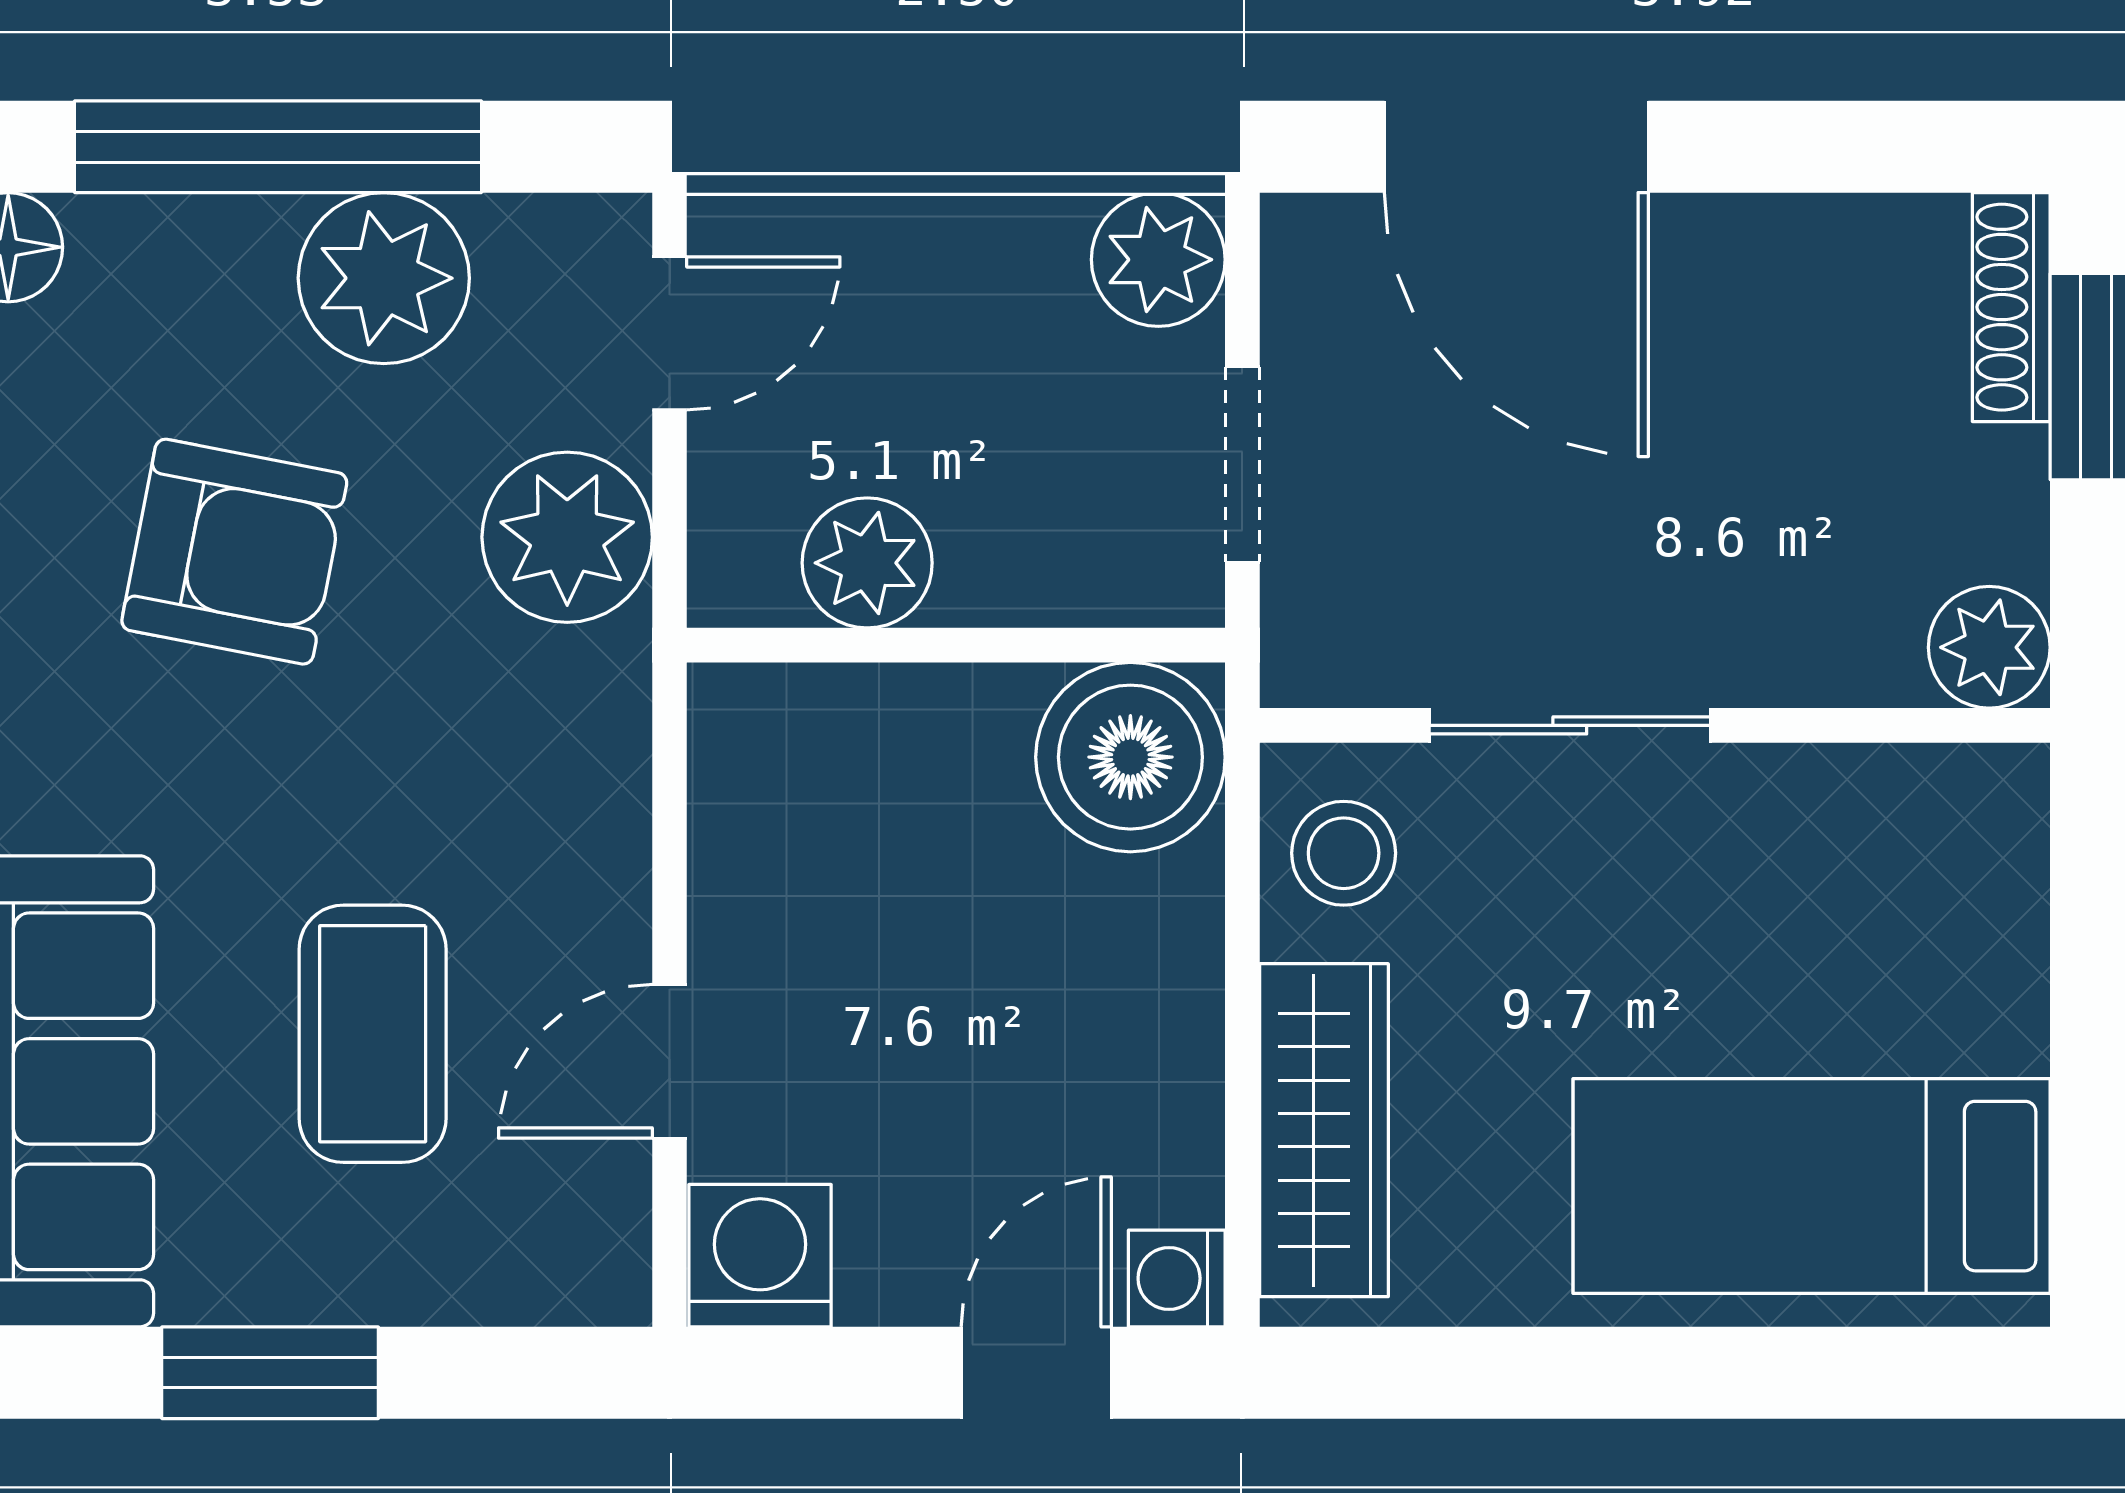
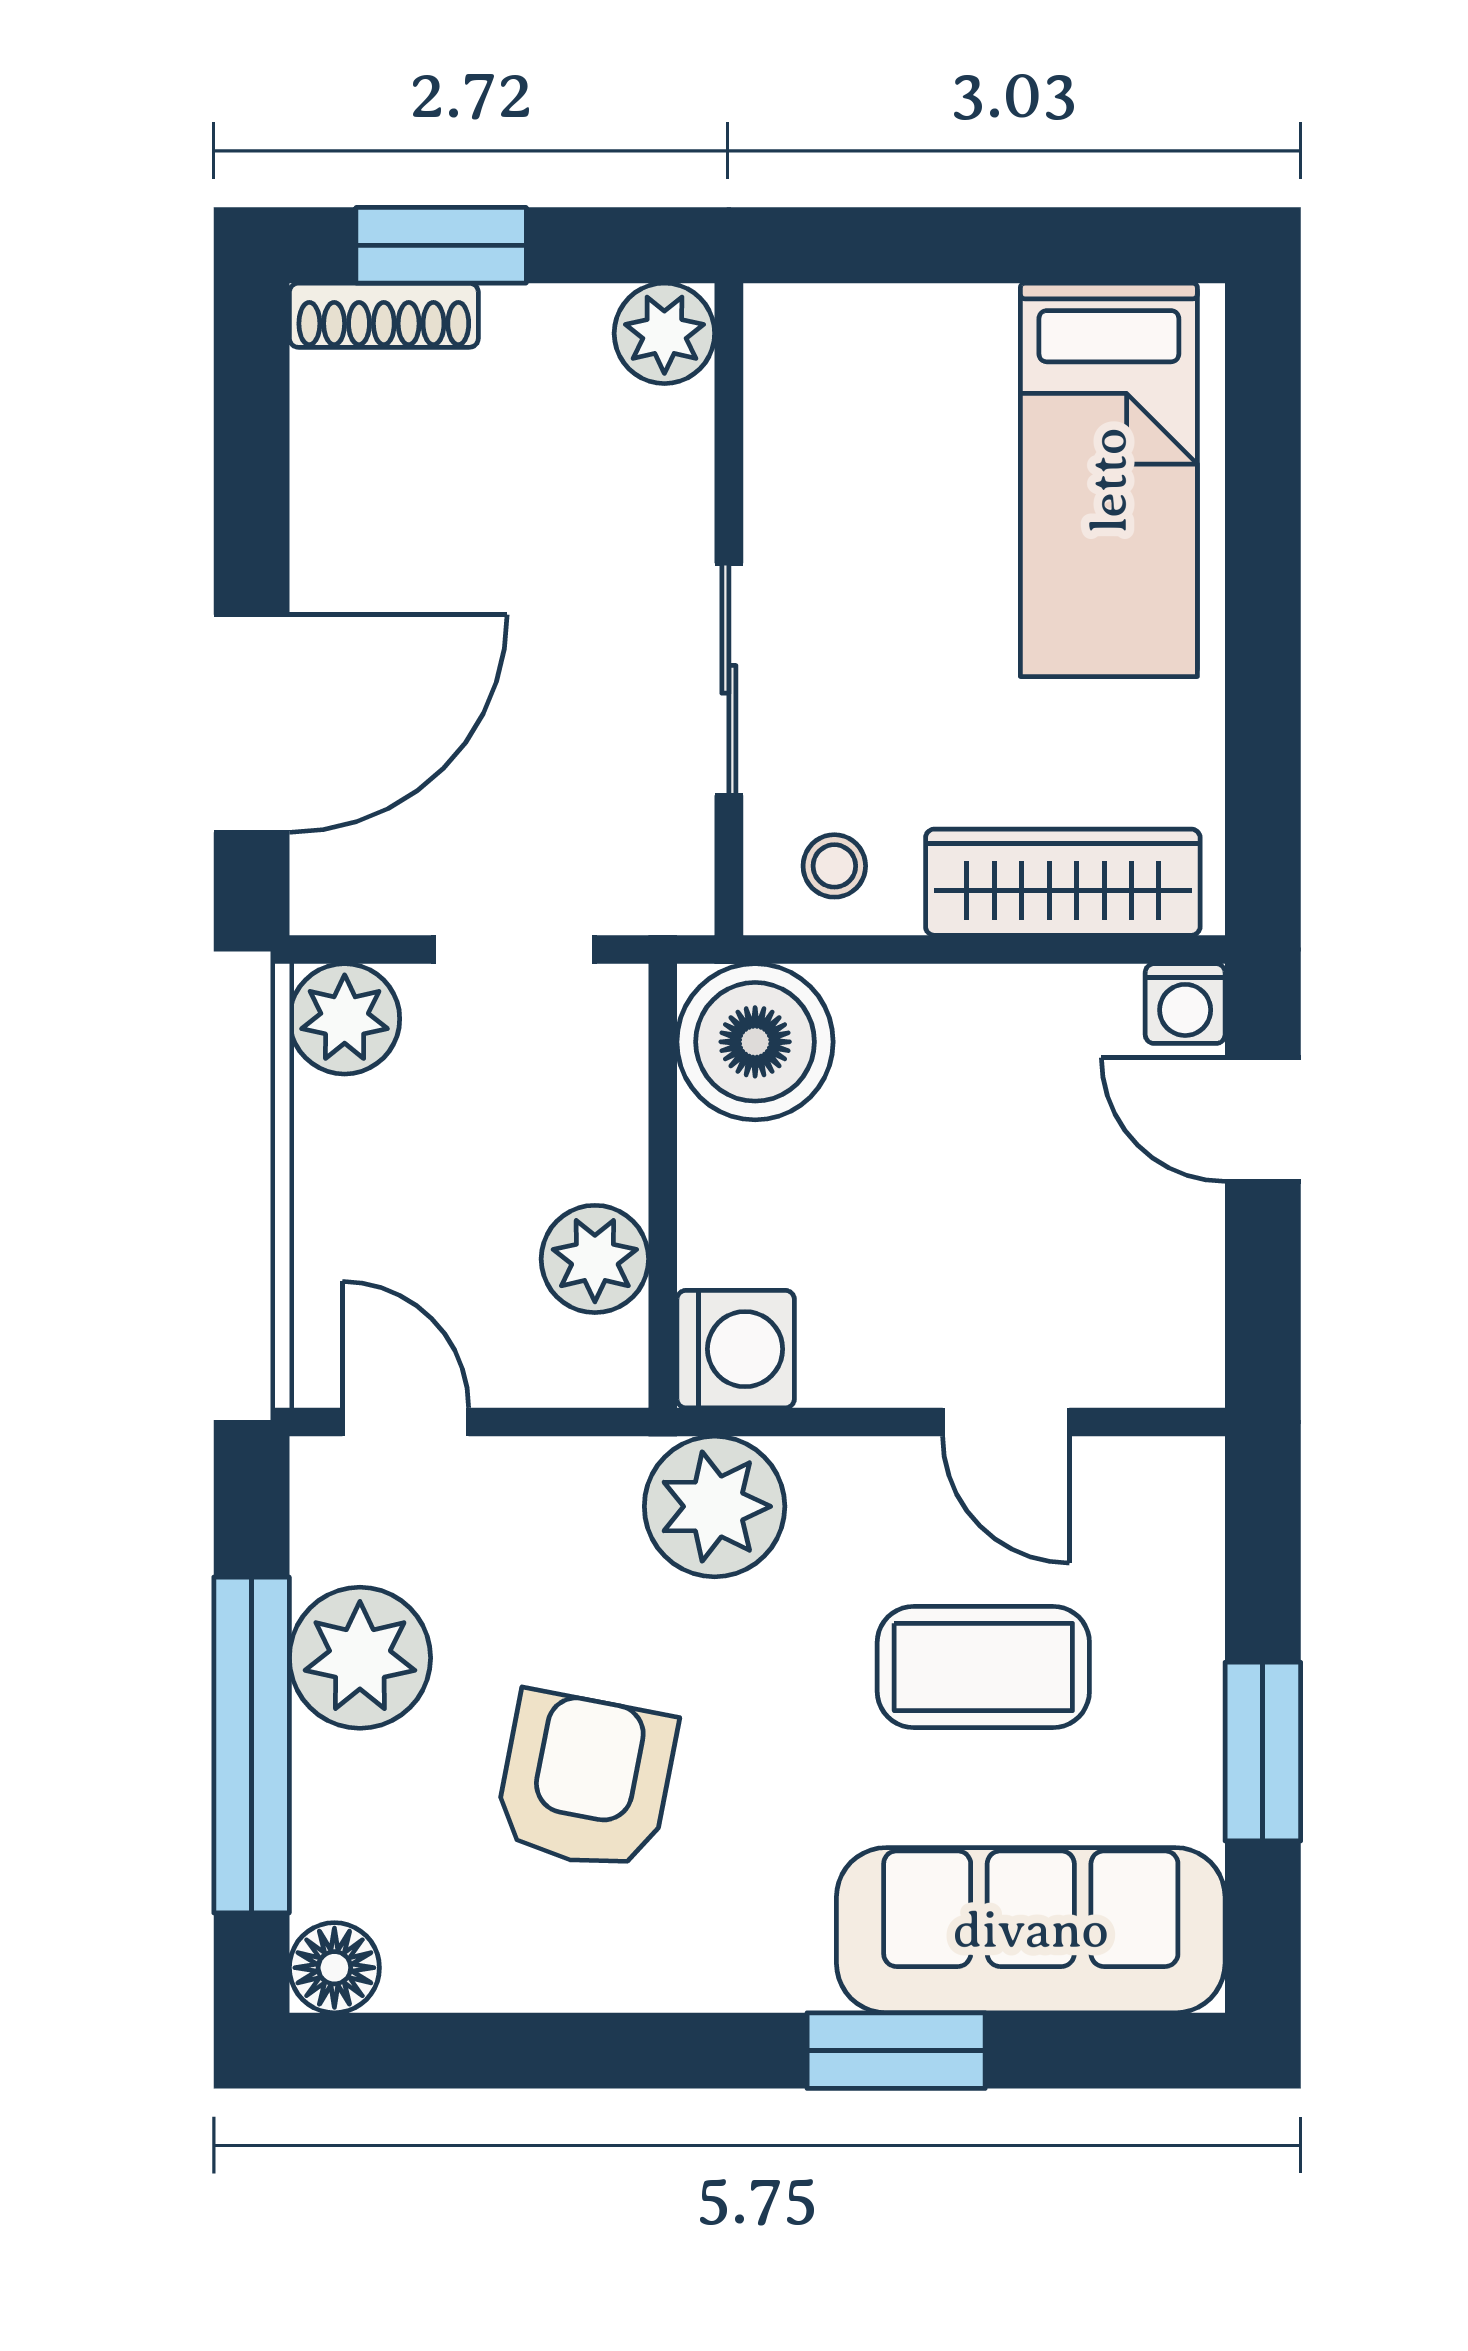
plant: (567, 537) -> (715, 1506), moved
stool: (1344, 853) -> (834, 866), width x0.73, depth x0.73
washing machine: (760, 1256) -> (736, 1349), moved, turned 180

